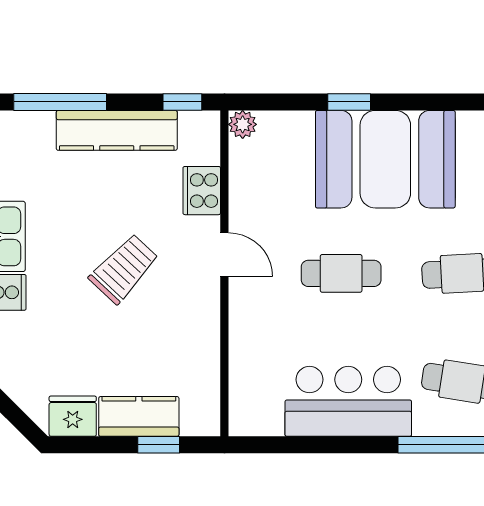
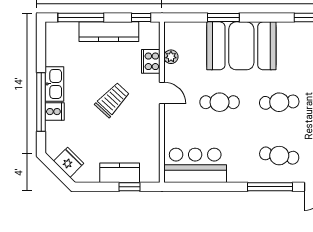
window: (349, 102) -> (223, 18), width x1.50
plant: (243, 124) -> (171, 57), moved
bar counter: (348, 401) -> (195, 165), moved
fridge: (73, 416) -> (69, 162), moved, turned 45

